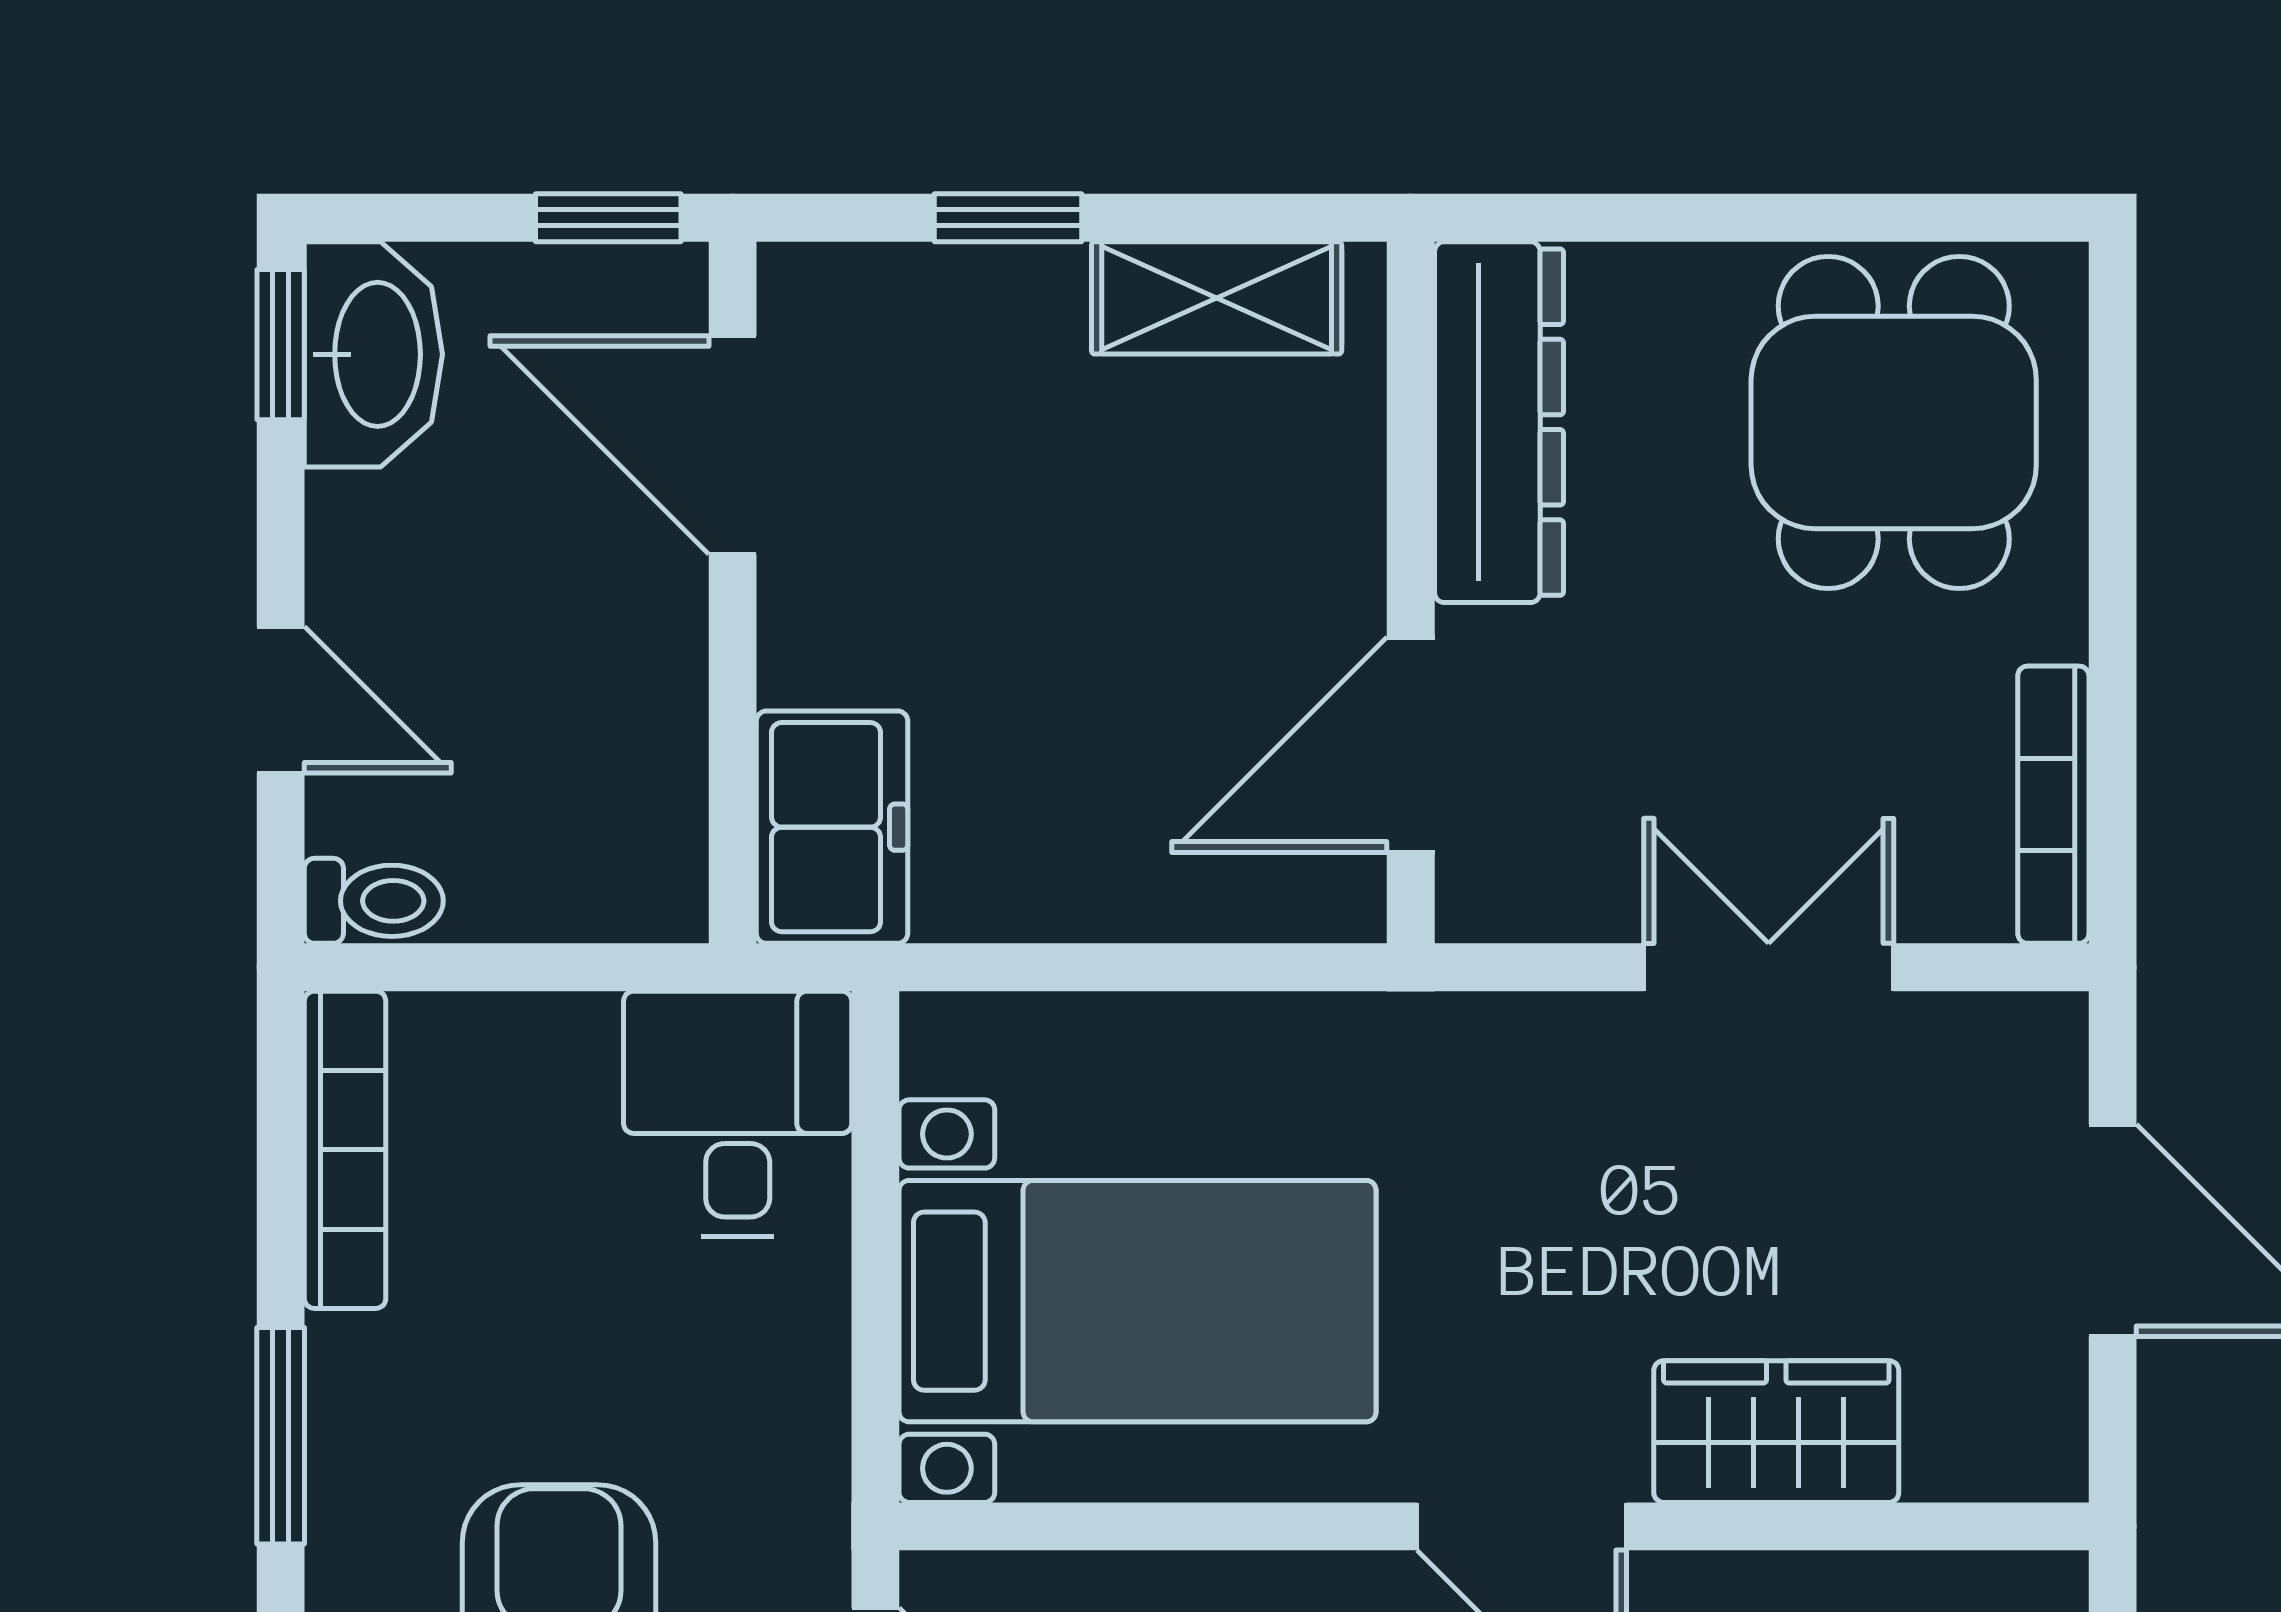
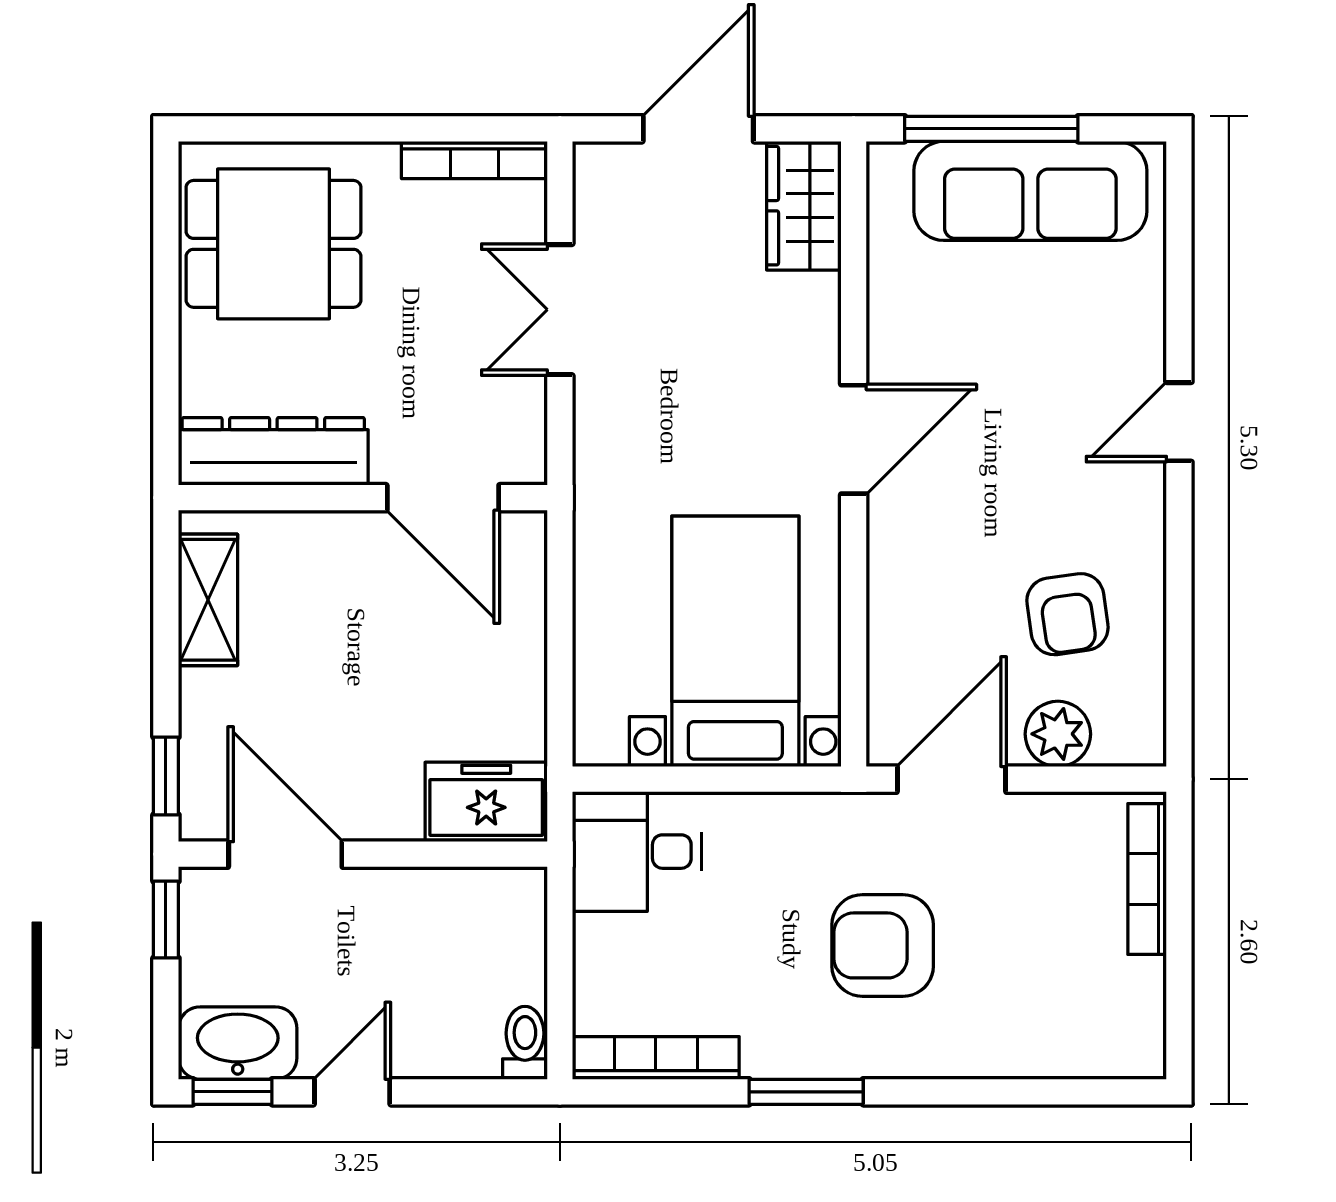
window: (1008, 218) -> (166, 776), moved
door: (733, 445) -> (285, 854), swing flipped
door: (281, 700) -> (352, 1092), moved
wardrobe: (1776, 1432) -> (804, 206), moved

